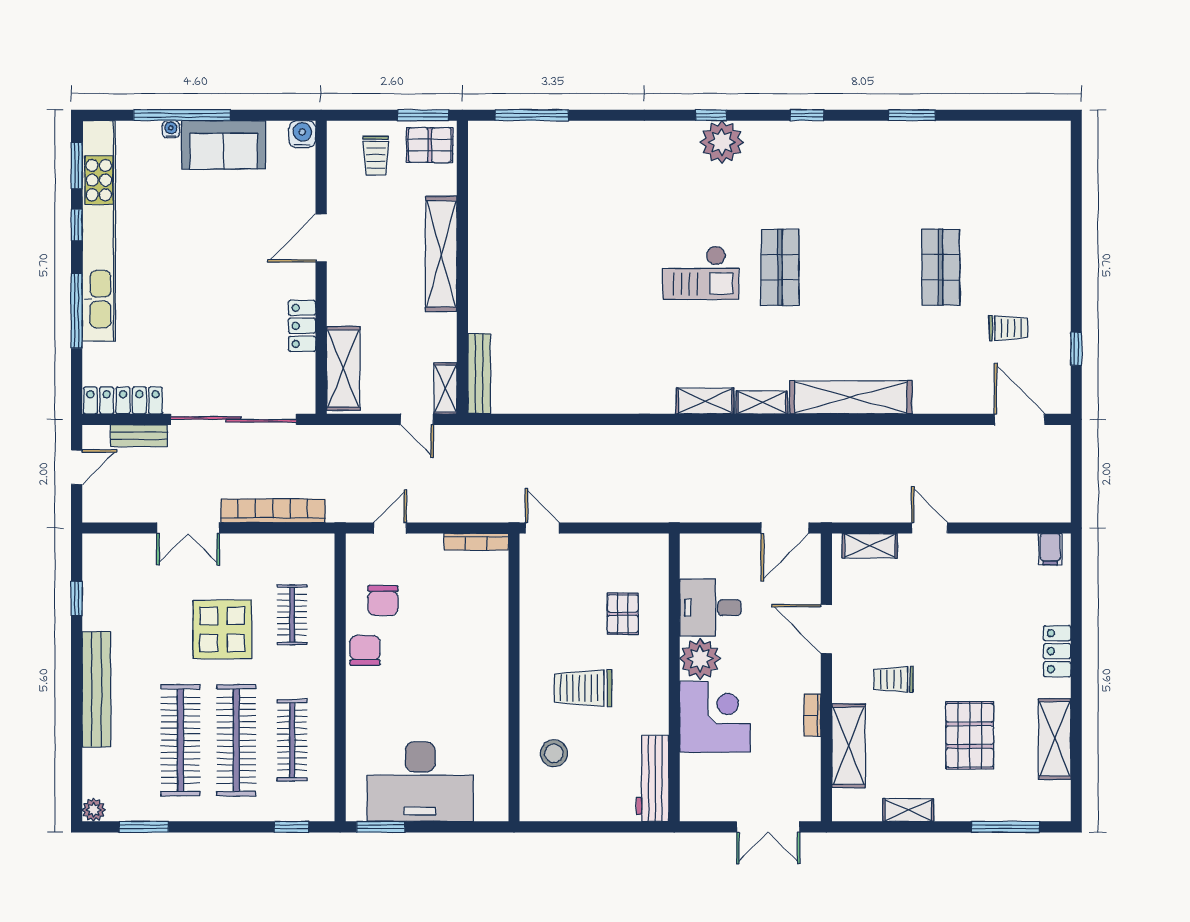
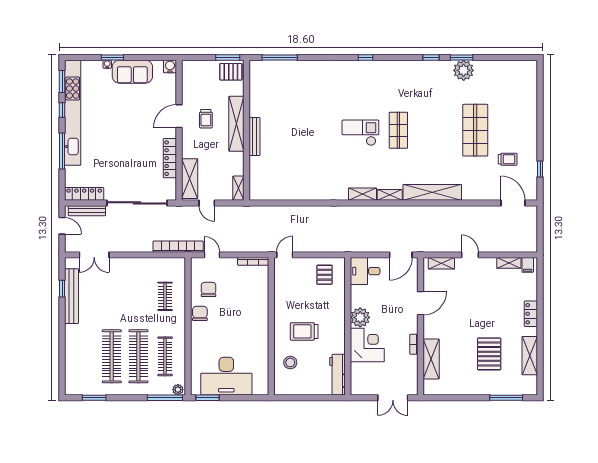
window: (182, 115) -> (112, 57), width x0.47
window: (807, 115) -> (431, 57), moved
plant: (722, 142) -> (464, 70), moved
trolley: (376, 155) -> (206, 119), moved
shop shelf: (941, 267) -> (475, 130), width x1.43, depth x1.36
checkout: (701, 273) -> (360, 133), turned 180
locker: (302, 326) -> (170, 158), width x1.53
bench: (479, 374) -> (254, 136), moved
door: (417, 419) -> (207, 203), moved
bench: (139, 436) -> (87, 211), width x1.36
door: (77, 467) -> (62, 226), hinge flipped
bookcase: (273, 511) -> (178, 247), moved
double door: (188, 528) -> (94, 255), moved
door: (390, 528) -> (212, 255), hinge flipped
door: (542, 528) -> (285, 255), hinge flipped
chair: (383, 600) -> (209, 289), turned 180
desk: (710, 608) -> (365, 271), moved
pallet: (623, 614) -> (324, 275), moved
display table: (222, 629) -> (132, 303), removed
door: (826, 629) -> (421, 303), swing flipped
trolley: (893, 679) -> (453, 327), removed
bench: (96, 689) -> (72, 296), moved
plant: (94, 810) -> (178, 390), moved
shelving: (908, 810) -> (509, 263), moved
window: (292, 827) -> (165, 398), width x2.17

